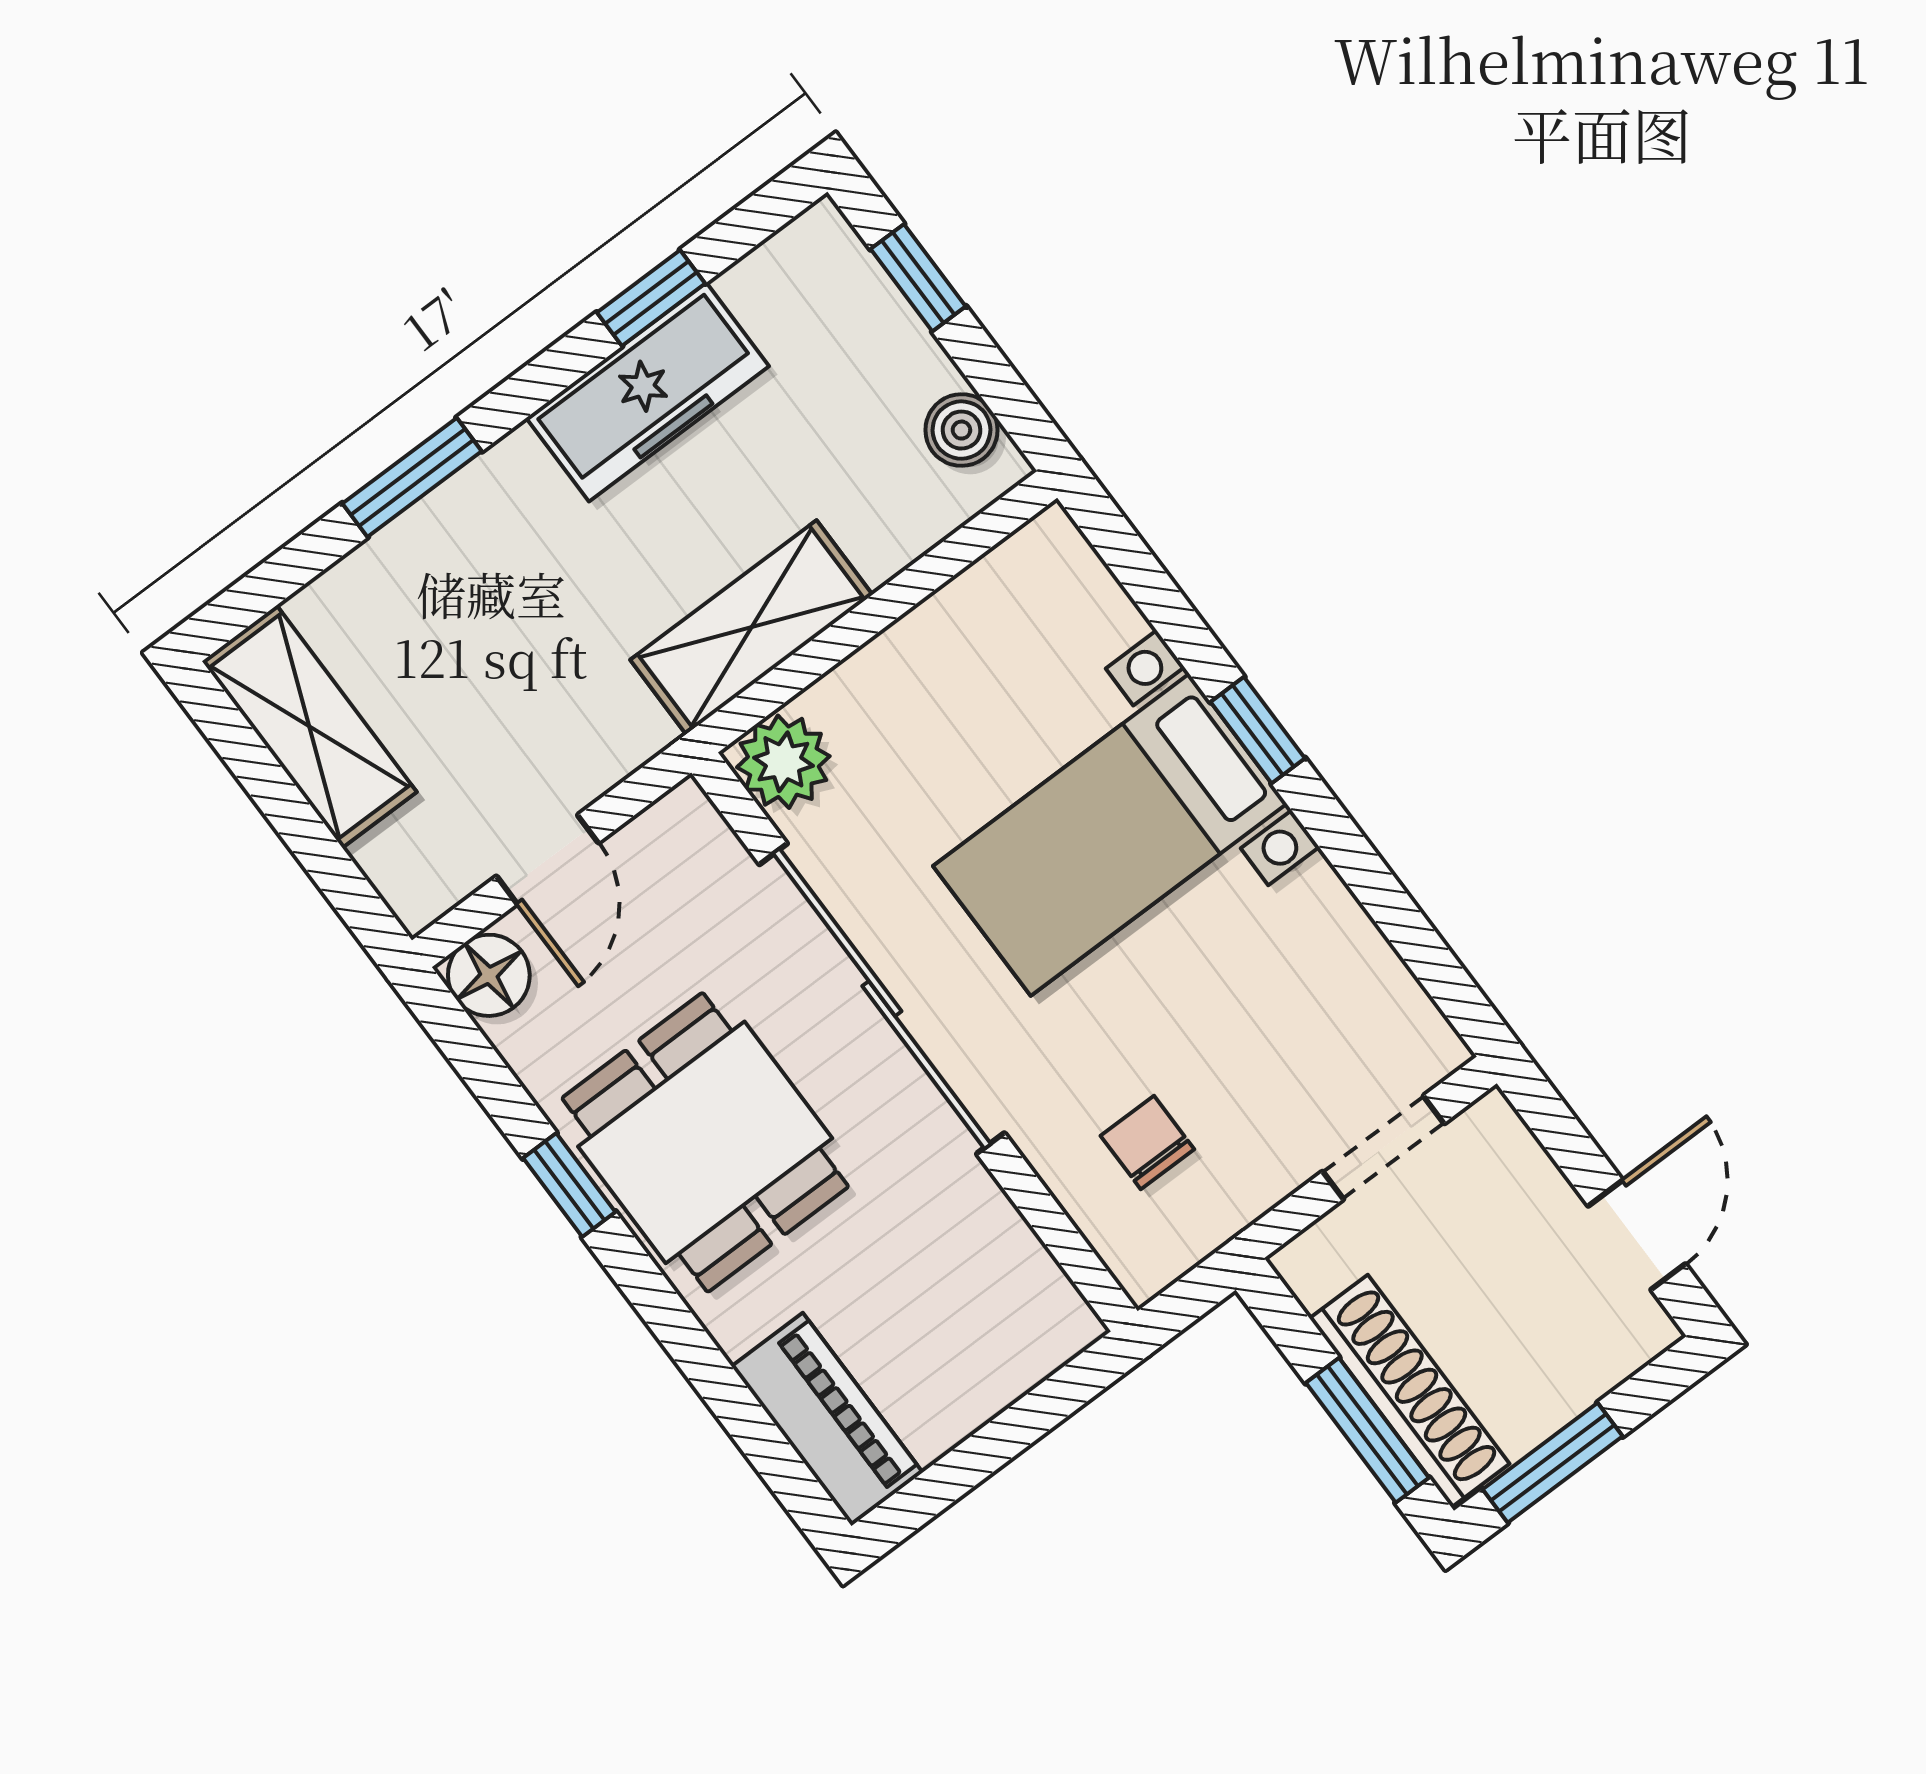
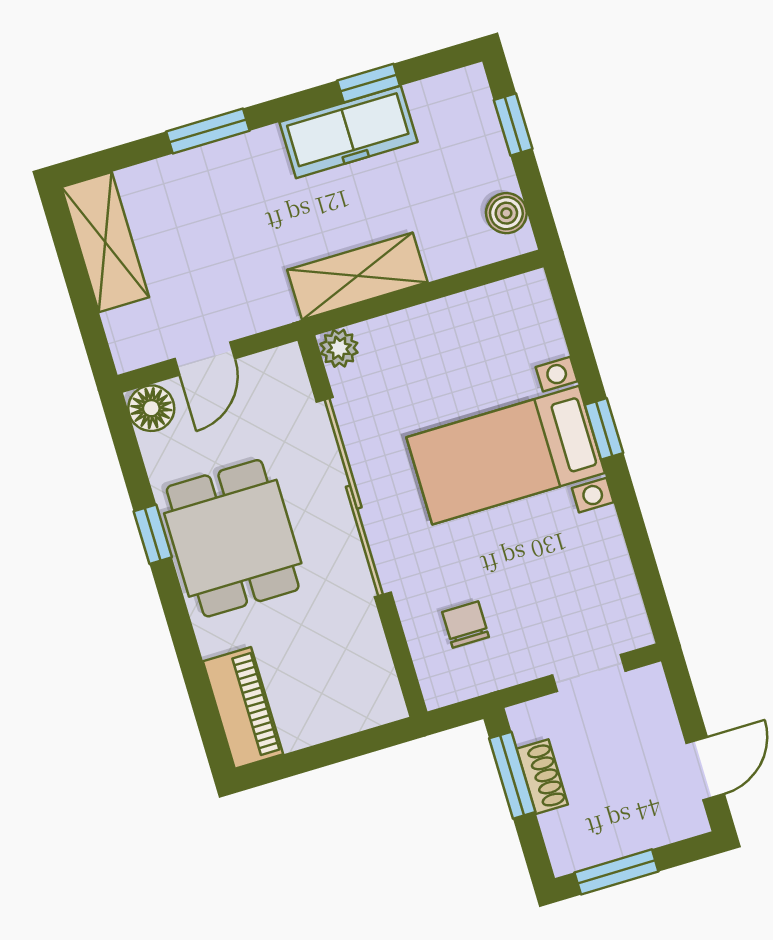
plant: (783, 762) -> (339, 348), width x0.73, depth x0.73
shoe rack: (1410, 1391) -> (542, 777), width x0.51, depth x0.81
window: (1367, 1430) -> (512, 775), moved

